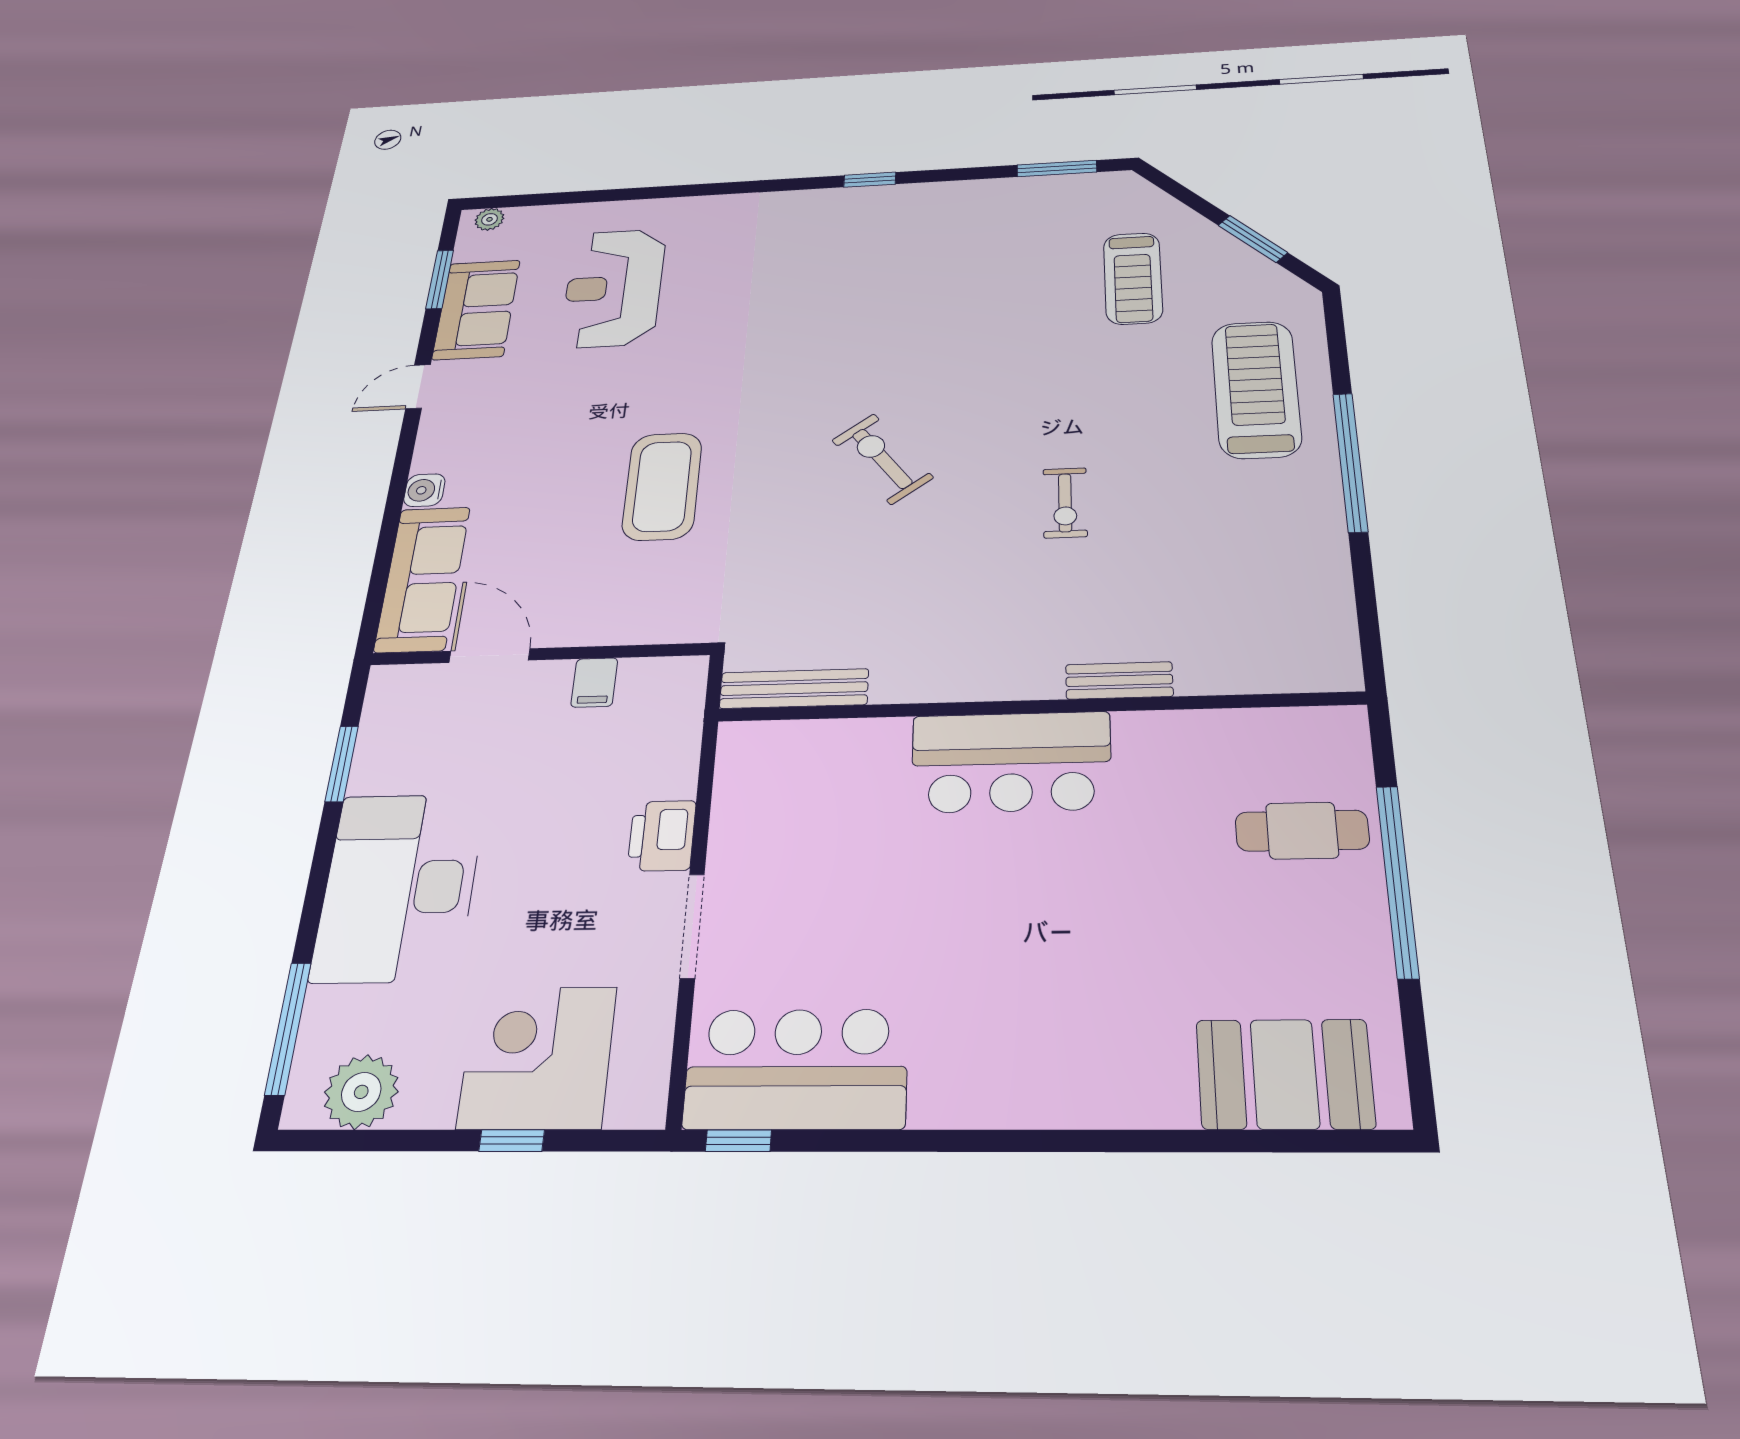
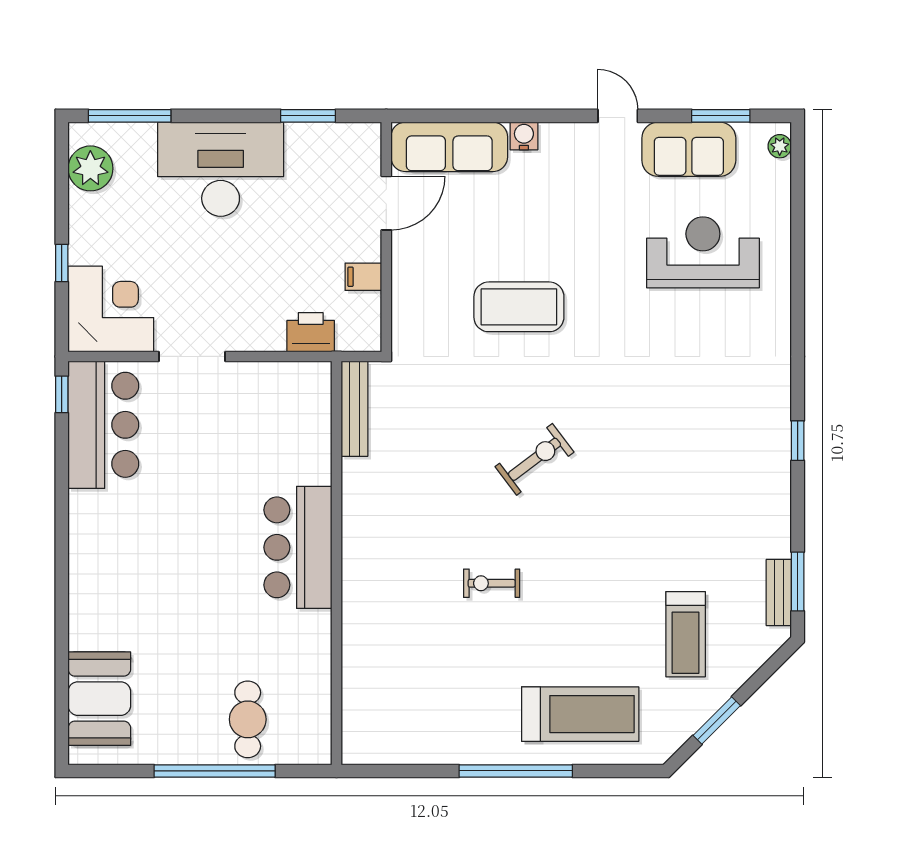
treadmill: (1133, 278) -> (686, 634), turned -90
bench: (1119, 680) -> (779, 593), moved
printer: (662, 836) -> (311, 332), moved
corner desk: (537, 1057) -> (111, 309), moved

